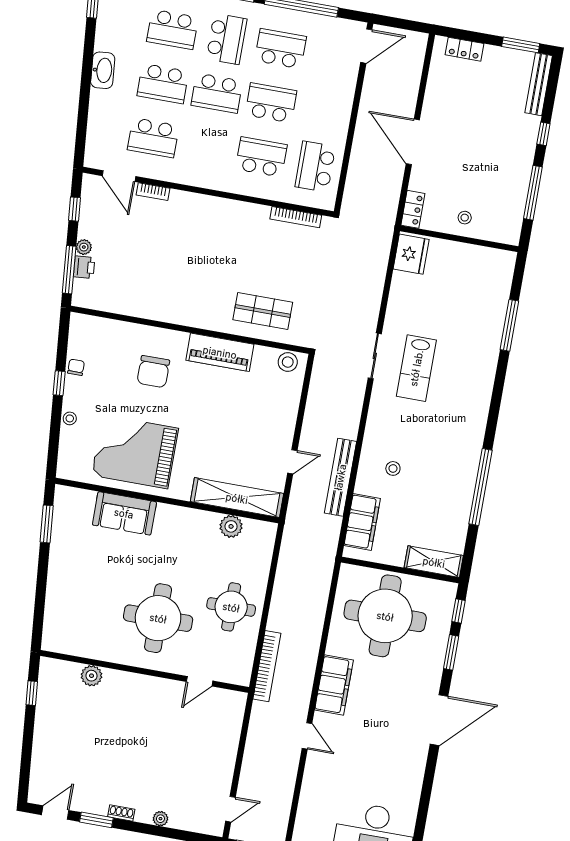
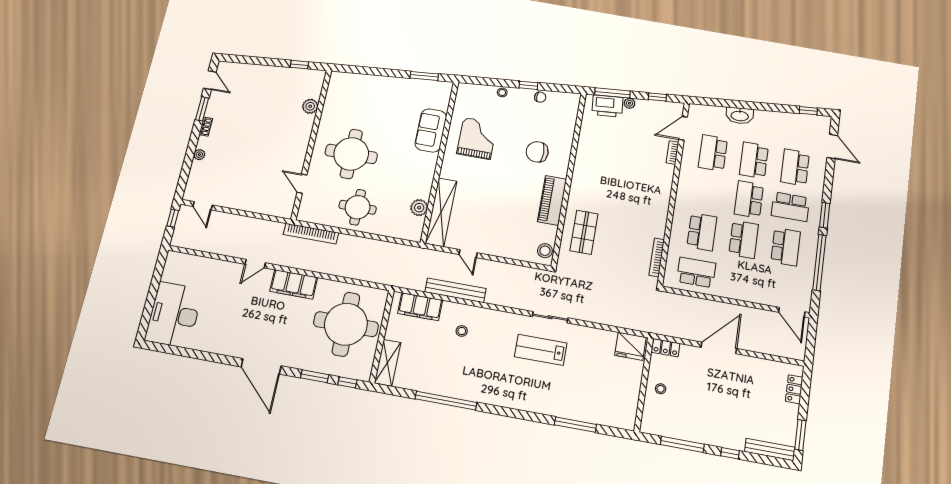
washbasin: (103, 70) -> (740, 116), moved
printer: (84, 267) -> (607, 106), width x1.87, depth x1.48
grand piano: (135, 452) -> (477, 138), width x0.73, depth x0.68

